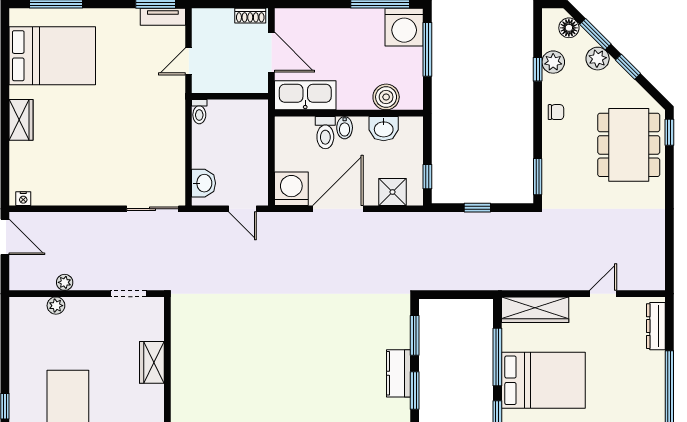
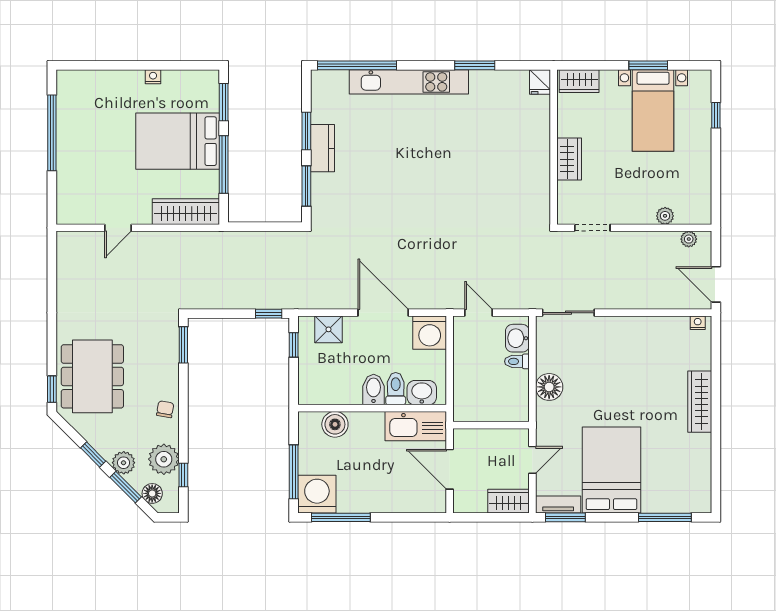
shoe rack: (250, 16) -> (471, 506), removed
wardrobe: (212, 20) -> (509, 501), added
bed: (52, 56) -> (611, 470), moved, turned 90
plant: (553, 62) -> (164, 459), width x1.36, depth x1.36
window: (538, 69) -> (183, 475), moved
toilet: (199, 112) -> (517, 361), moved, turned -90
chair: (556, 112) -> (165, 409), turned 100
wardrobe: (21, 120) -> (700, 402), width x1.50
bidet: (345, 128) -> (374, 390), width x1.38, depth x1.36
washbasin: (384, 129) -> (422, 393), moved
floor lamp: (172, 134) -> (549, 387), added
window: (477, 208) -> (269, 314), moved
door: (338, 209) -> (383, 313), swing flipped
plant: (65, 282) -> (689, 239), moved
dresser: (656, 326) -> (65, 195), removed

